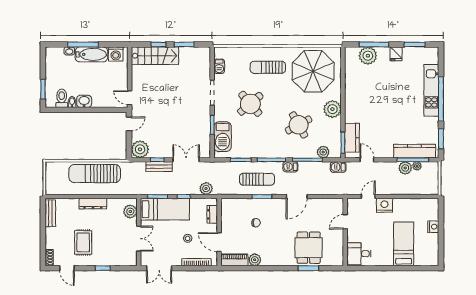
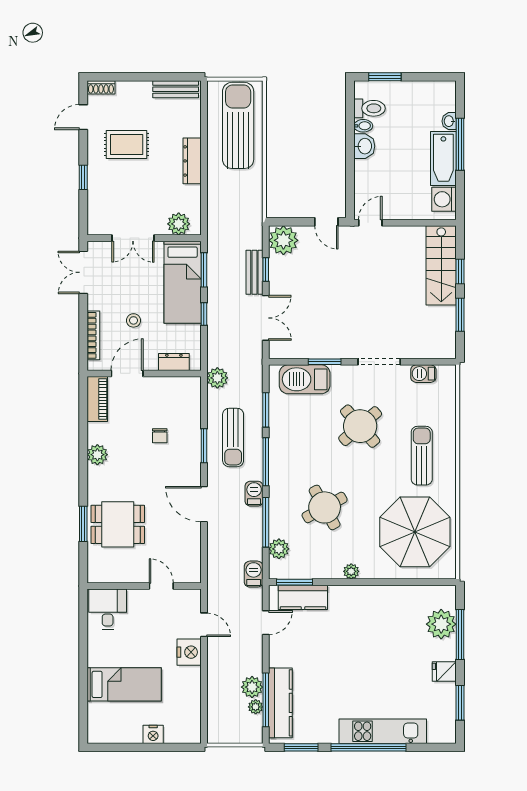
plant: (332, 109) -> (351, 571), width x0.53, depth x0.53
sun lounger: (95, 174) -> (238, 125), moved
plant: (206, 189) -> (217, 378), moved
plant: (255, 260) -> (97, 455), moved

